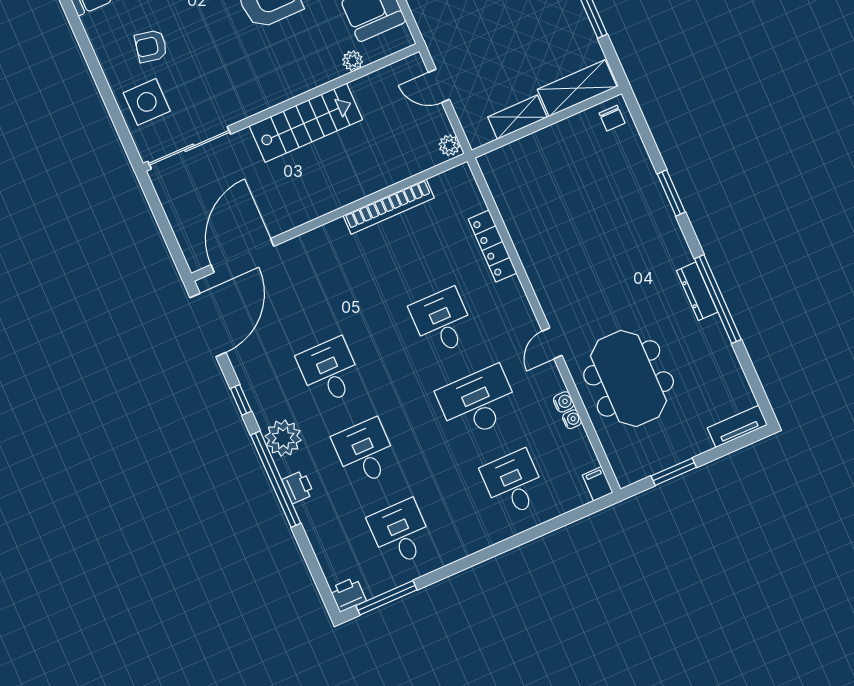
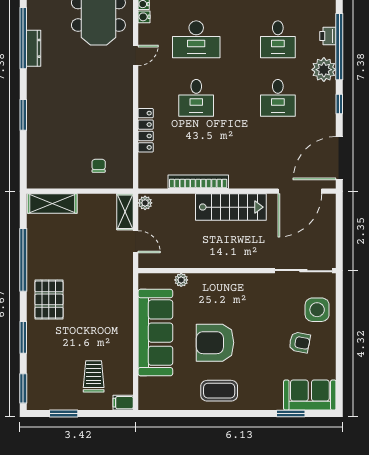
shelving: (517, 117) -> (125, 212), moved, turned 90
chair: (612, 118) -> (99, 166), moved
stairs: (306, 123) -> (231, 207), moved, turned 180

